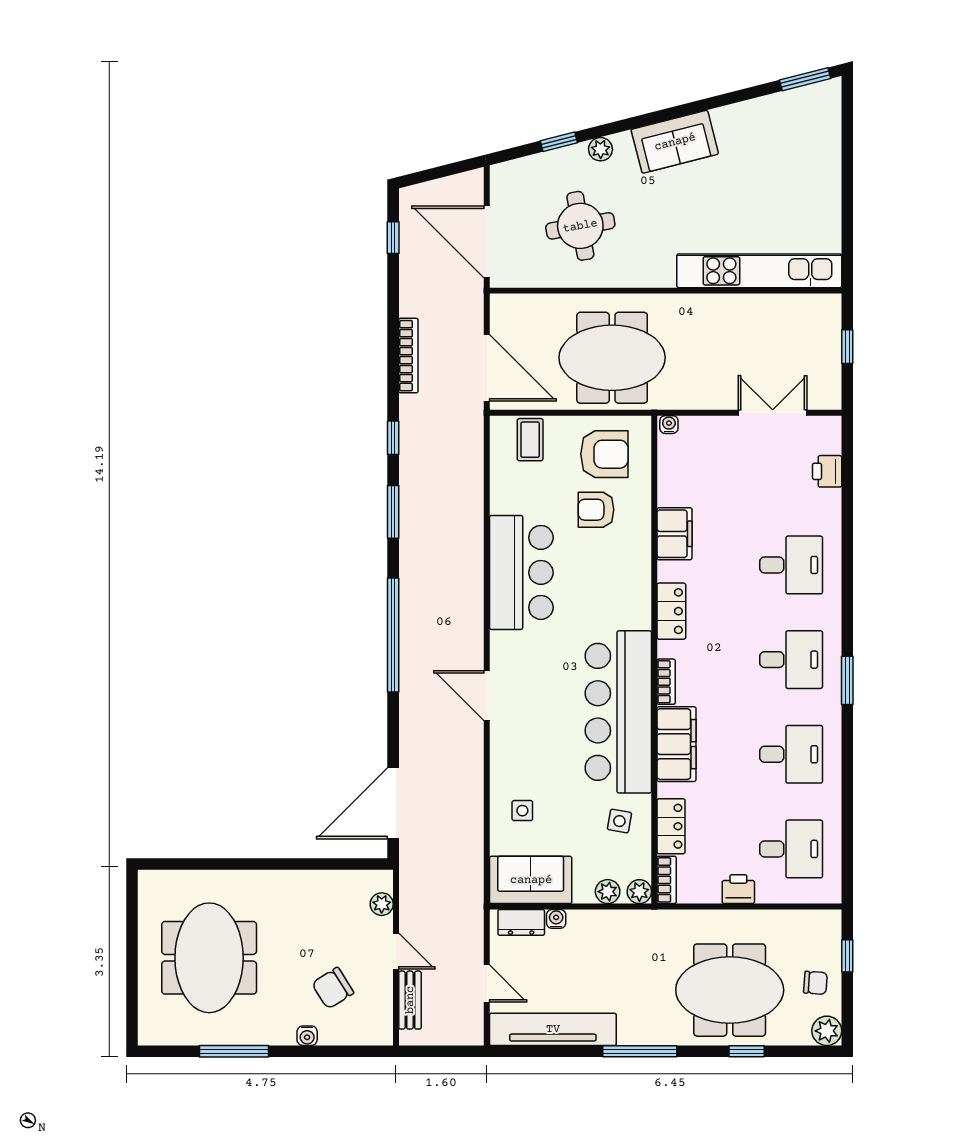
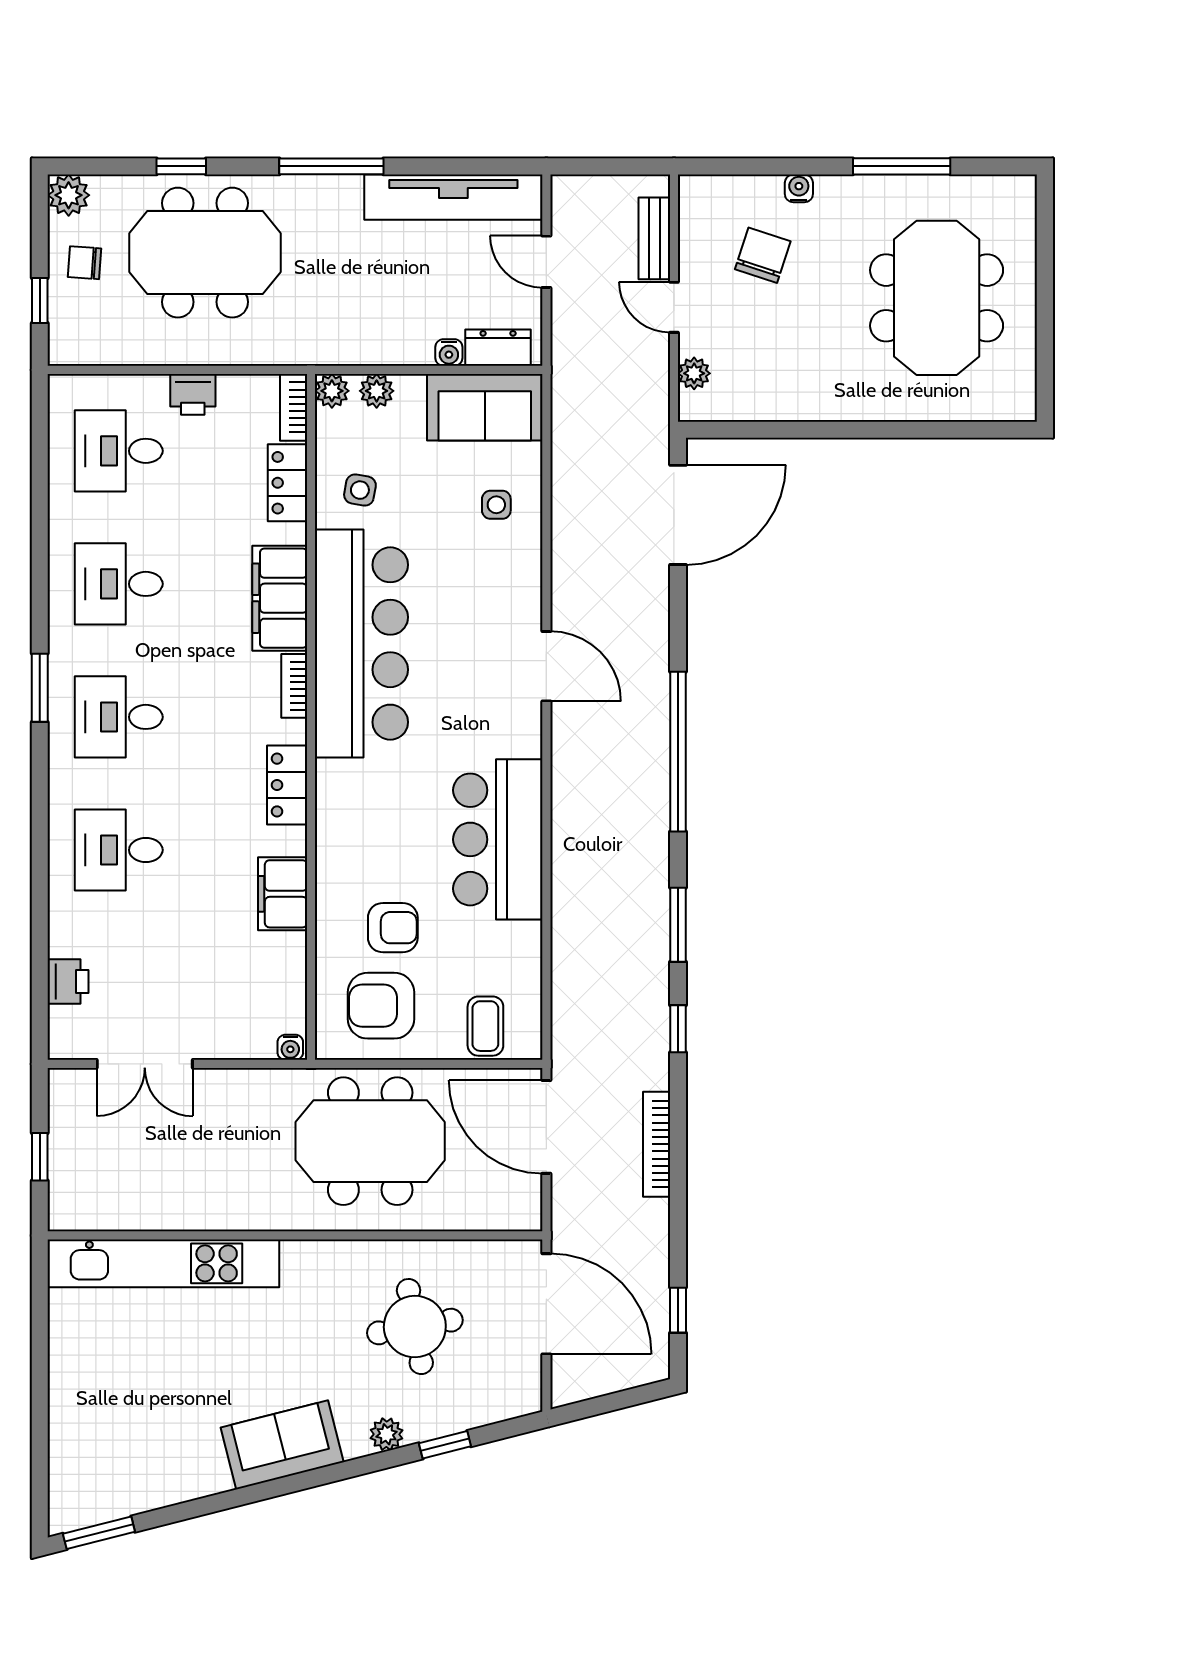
chair: (333, 988) -> (763, 255), turned -40

